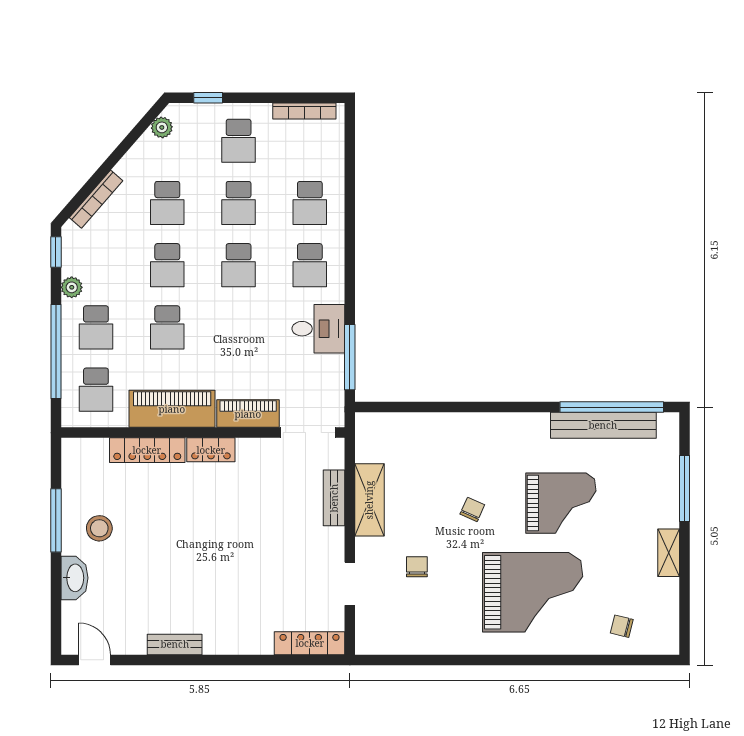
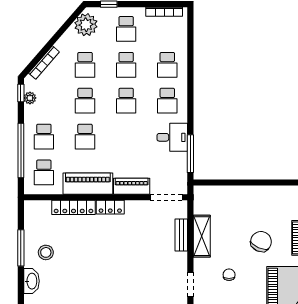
plant: (162, 127) -> (86, 25), width x1.88, depth x1.88
plant: (72, 287) -> (30, 98), moved
chair: (472, 509) -> (261, 242), width x1.87, depth x1.87

